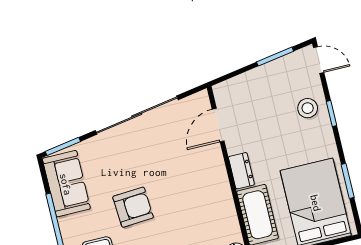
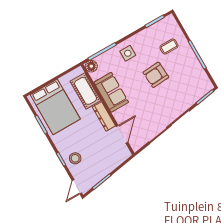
door: (319, 60) -> (77, 187), hinge flipped
dresser: (241, 171) -> (104, 116), width x1.44
sofa: (66, 184) -> (111, 92), moved, turned 180

